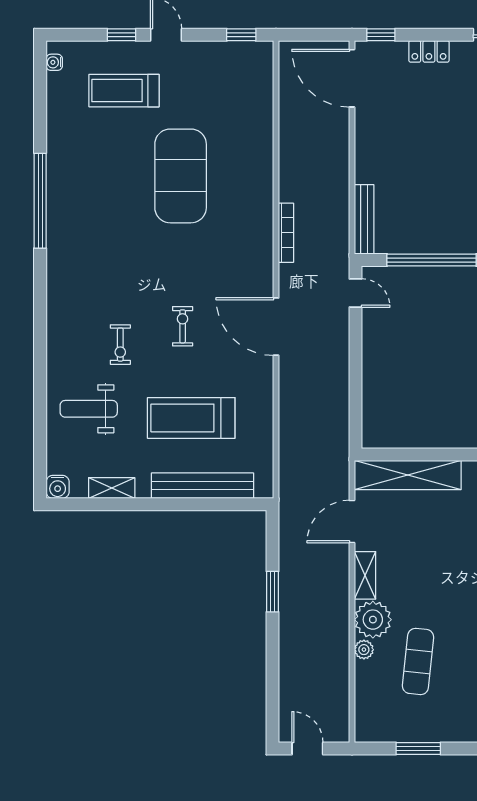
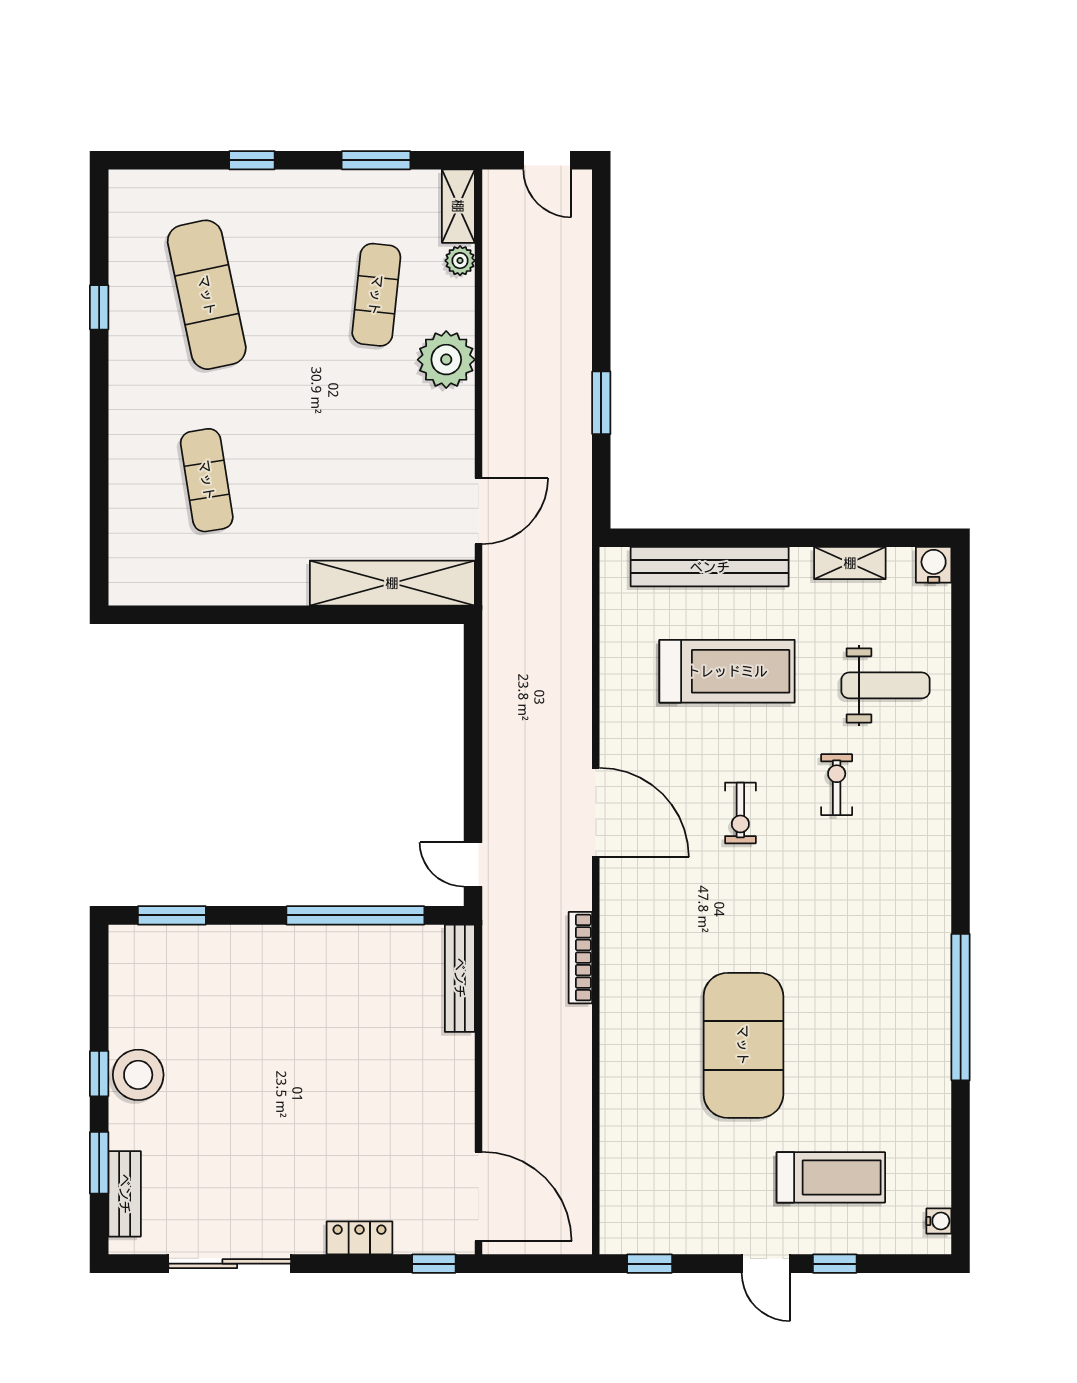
shelving: (365, 575) -> (458, 206), moved
plant: (364, 650) -> (460, 261), moved

